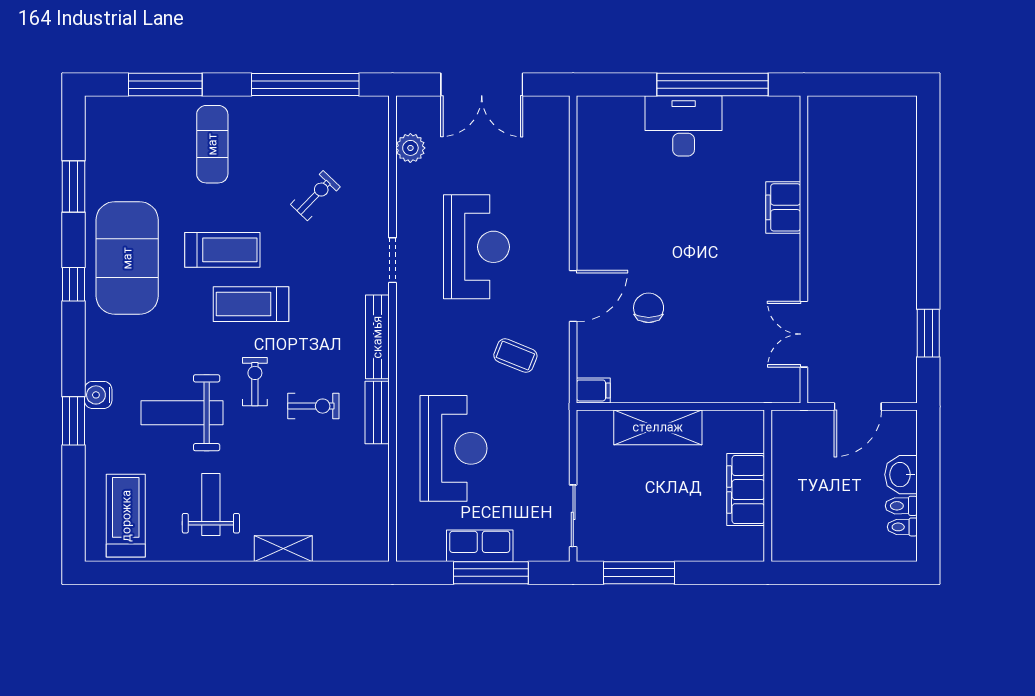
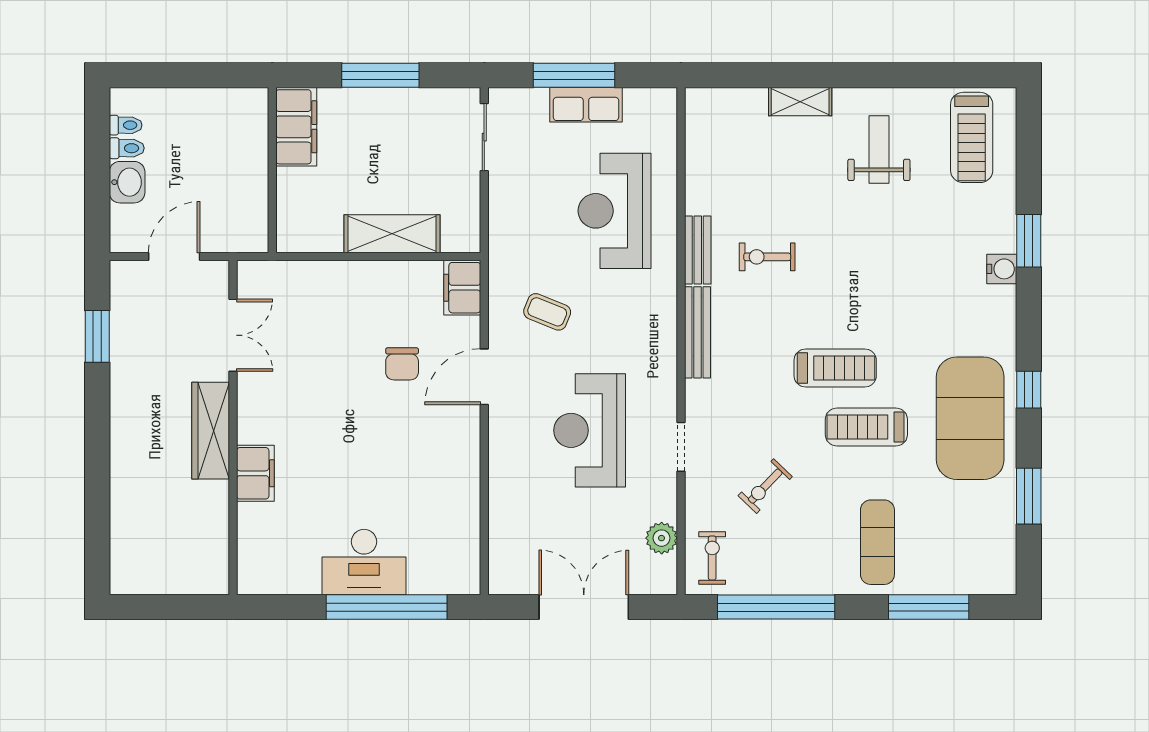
window: (712, 85) -> (387, 607), moved
wardrobe: (824, 247) -> (211, 431), added
doorway: (392, 260) -> (681, 447), moved
exercise bike: (255, 382) -> (712, 558), moved, turned 180
filing cabinet: (593, 390) -> (462, 288), width x2.00
weight bench: (182, 413) -> (910, 250), removed
filing cabinet: (746, 490) -> (296, 127), moved
weight bench: (211, 505) -> (879, 150), turned 180
window: (639, 573) -> (380, 75), moved

